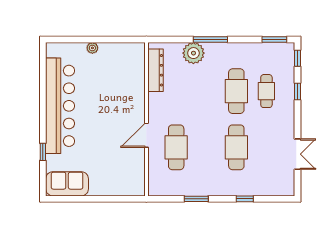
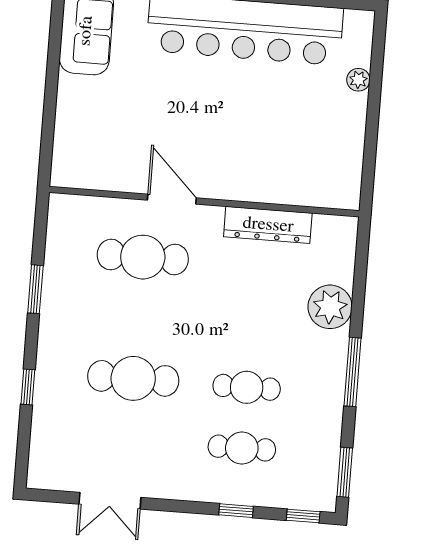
window: (210, 39) -> (353, 372), moved
plant: (92, 48) -> (358, 80), moved
dresser: (155, 70) -> (268, 225), moved
cafe table: (236, 91) -> (247, 387), width x0.73, depth x0.74

